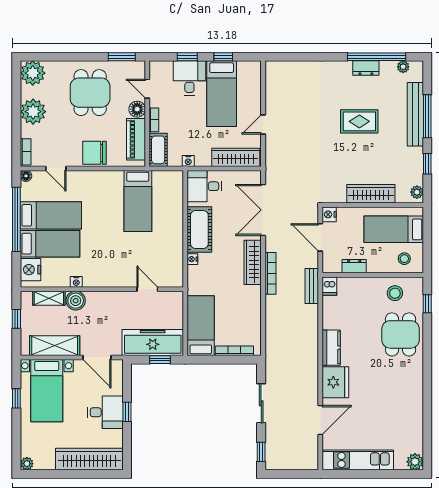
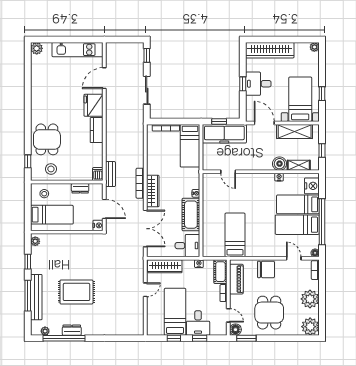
floor lamp: (137, 109) -> (235, 330), moved
rug: (359, 121) -> (76, 292), width x1.36, depth x1.43
wardrobe: (371, 194) -> (68, 240), removed

